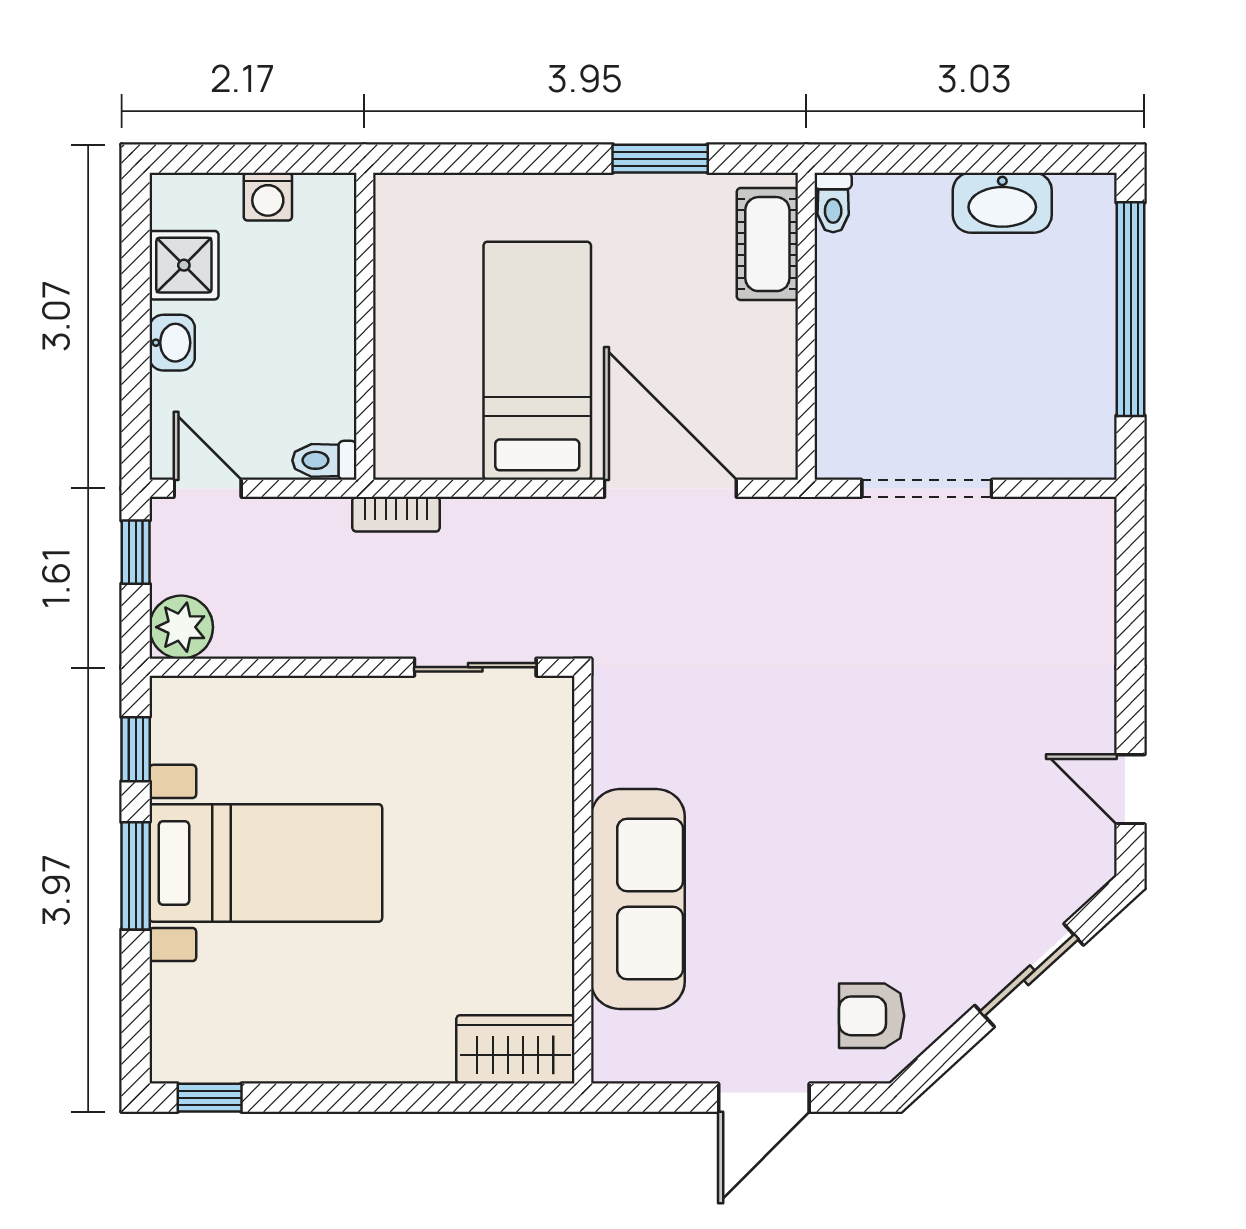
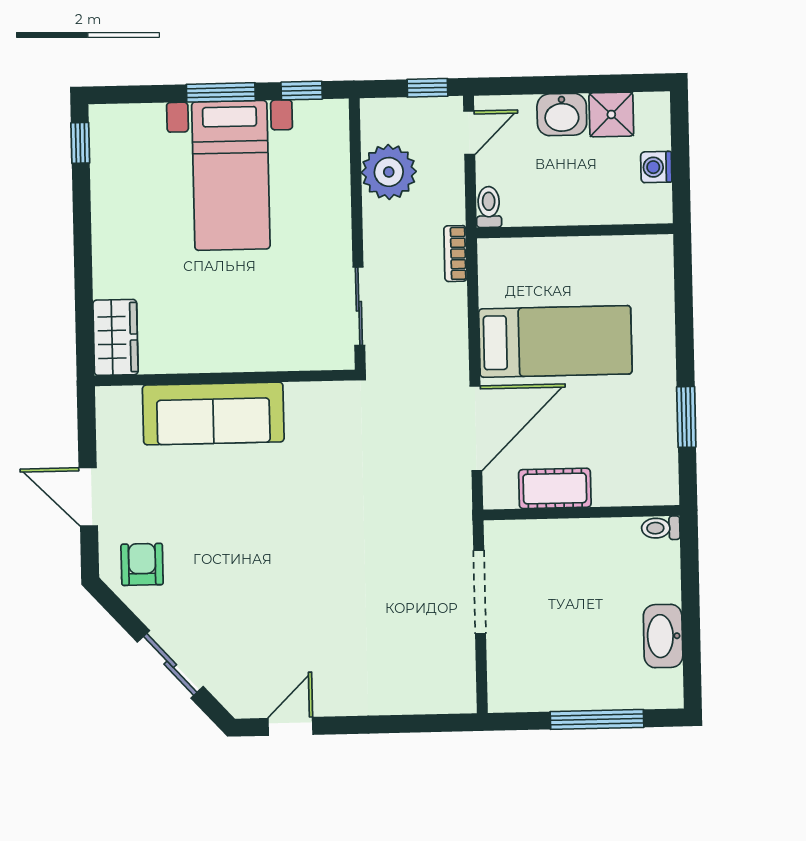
cot: (767, 244) -> (555, 488), moved
window: (1131, 309) -> (597, 719), width x0.68
washbasin: (172, 343) -> (562, 115), width x1.38, depth x1.45
plant: (181, 627) -> (389, 172), moved, width x1.36, depth x1.36

